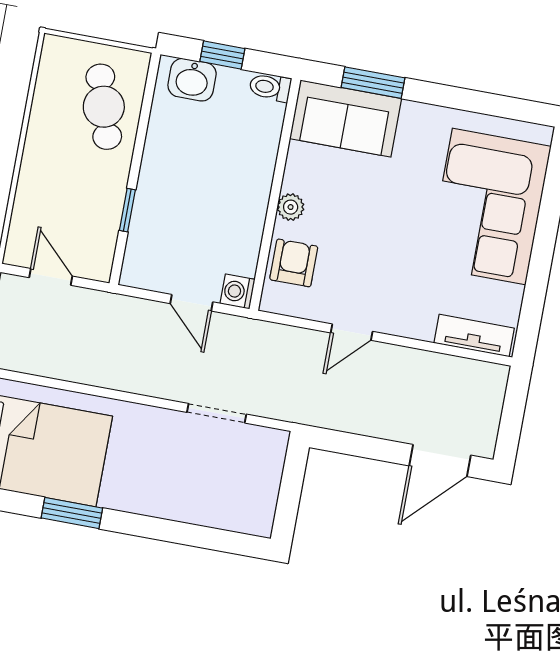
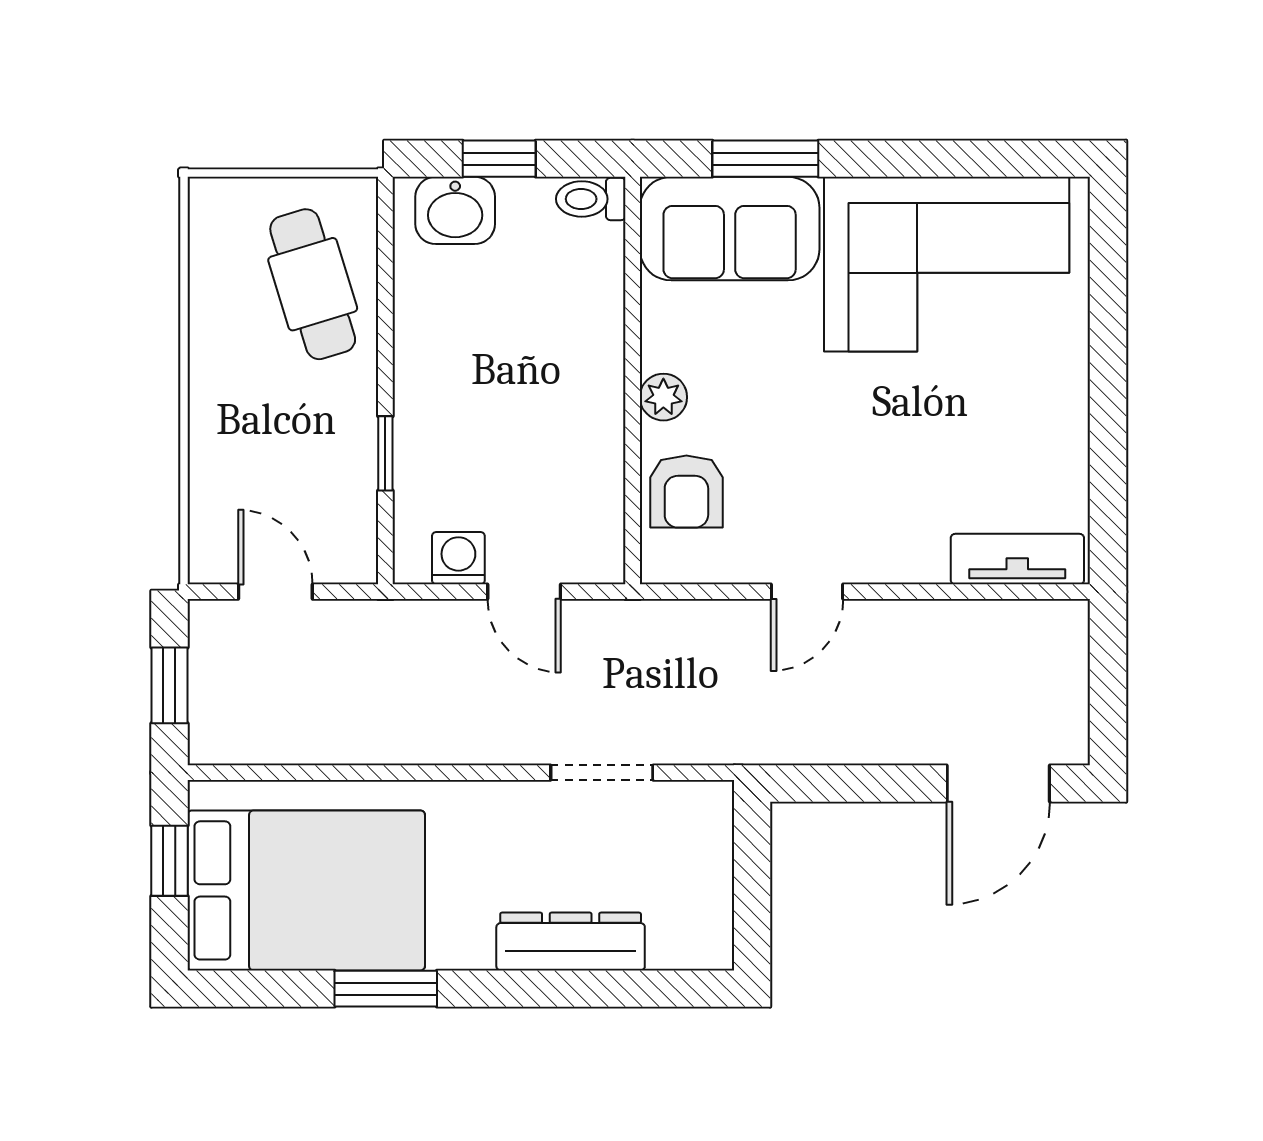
corner sofa: (489, 207) -> (947, 264), moved, turned -90
armchair: (294, 263) -> (686, 492), turned 180
washing machine: (237, 292) -> (458, 558), moved, turned 90
dresser: (181, 506) -> (571, 941), added

